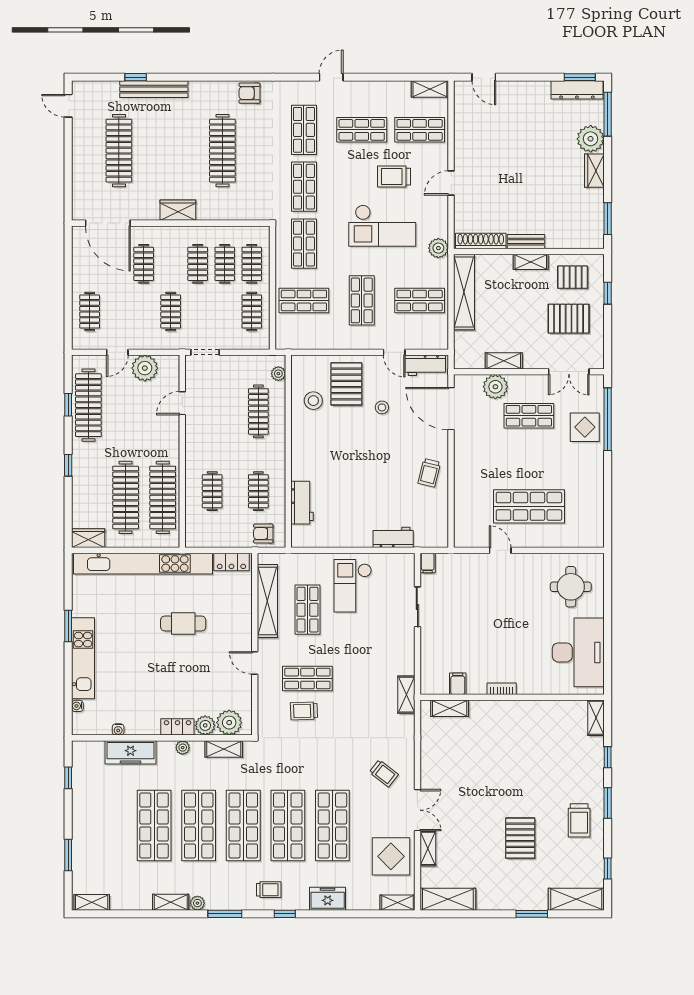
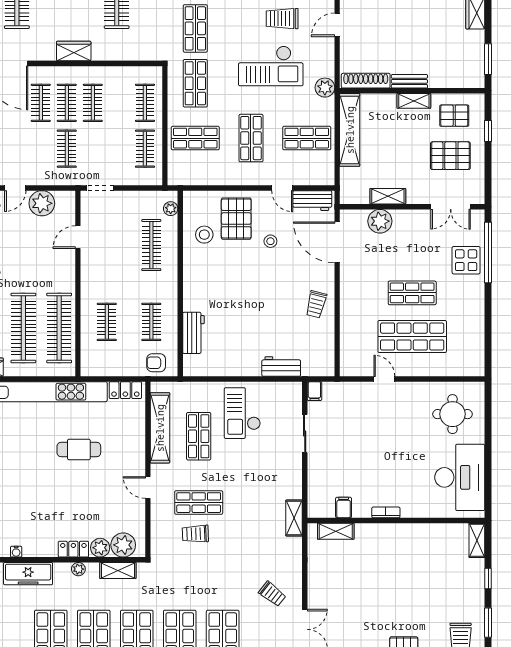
clothes rail: (225, 264) -> (67, 103), moved
shop shelf: (529, 416) -> (412, 293), moved

